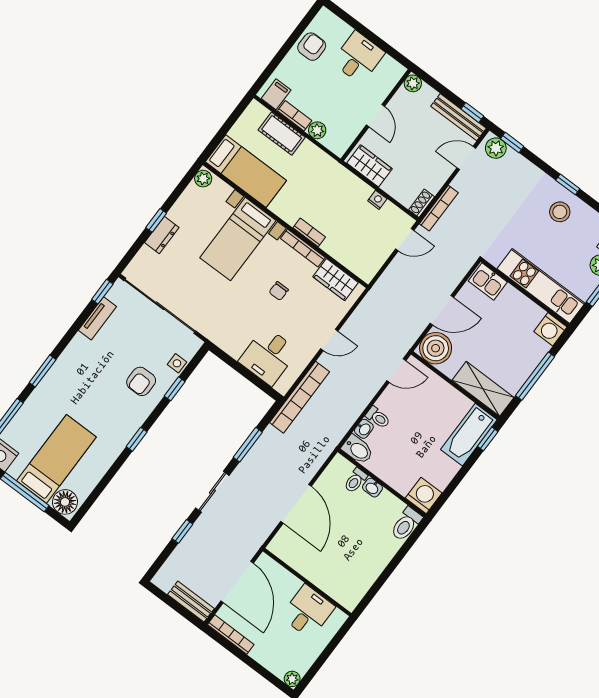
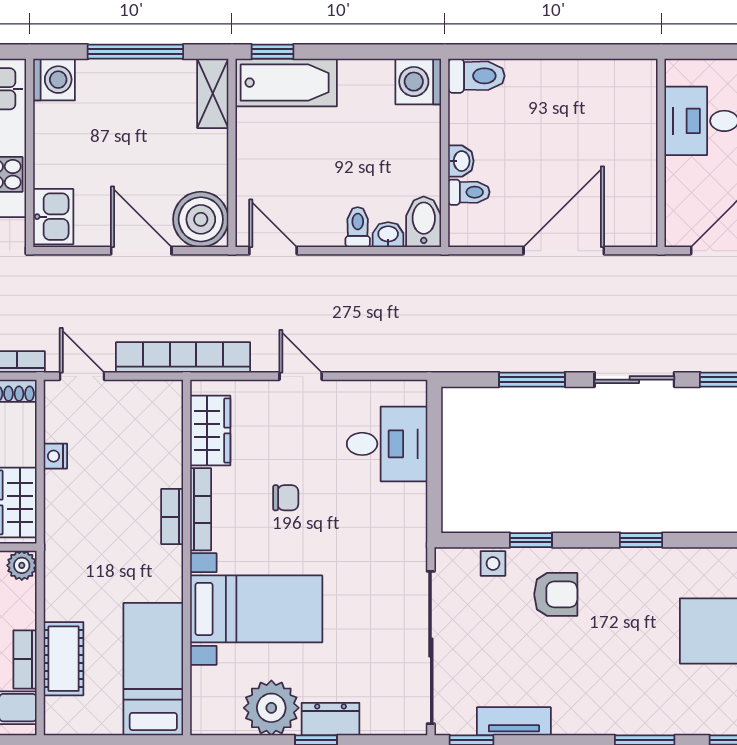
plant: (317, 130) -> (22, 565), moved
plant: (203, 179) -> (271, 708), moved, width x1.88, depth x1.88
shelving: (483, 389) -> (213, 93), width x0.67, depth x0.75
bookcase: (300, 397) -> (183, 357), moved

